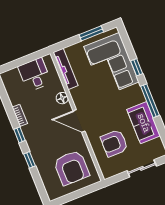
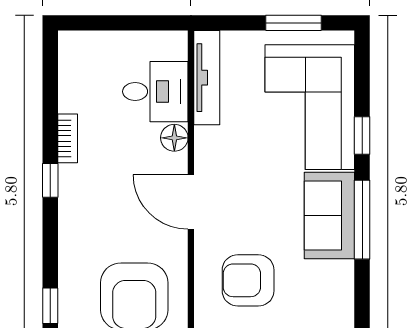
desk: (35, 75) -> (155, 92), moved, turned 90
sofa: (144, 123) -> (329, 216), moved
window: (30, 160) -> (50, 306), moved

